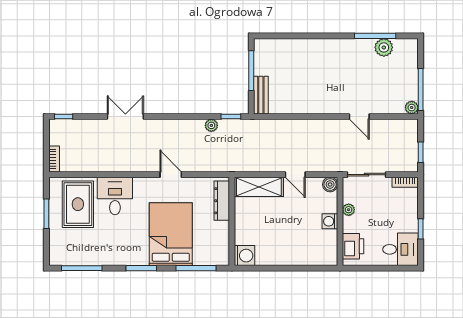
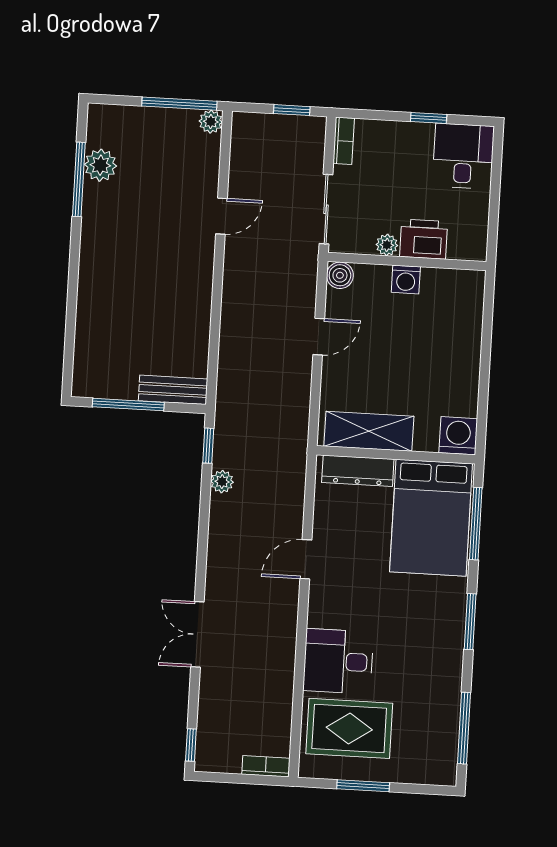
shelving: (259, 187) -> (369, 431), moved, turned 90
bed: (171, 234) -> (431, 518), moved, turned -90
printer: (353, 246) -> (424, 239), moved

